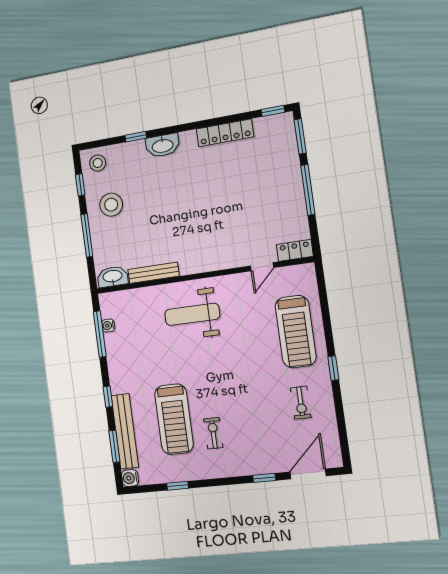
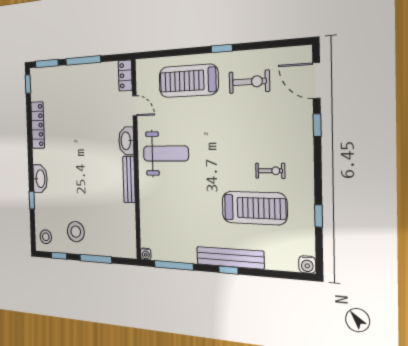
bench: (153, 273) -> (129, 180), moved
washbasin: (113, 277) -> (126, 141), moved
weight bench: (192, 314) -> (166, 153), moved, turned -90
water cooler: (108, 325) -> (146, 254), moved
treadmill: (296, 332) -> (188, 81), turned 180
exercise bike: (301, 403) -> (249, 82), width x1.38, depth x1.39
bench: (125, 431) -> (230, 258), moved
exercise bike: (213, 433) -> (270, 171), turned 180
window: (114, 446) -> (275, 274), removed

